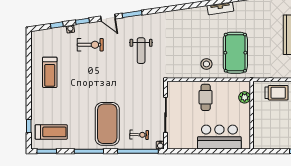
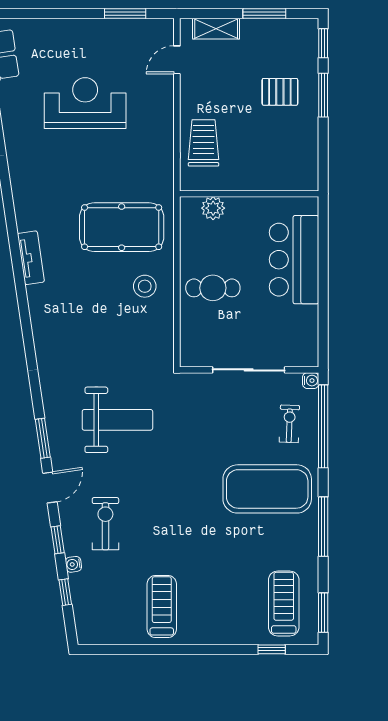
weight bench: (141, 51) -> (117, 420), width x1.36, depth x1.33
treadmill: (50, 72) -> (162, 606), turned -90

